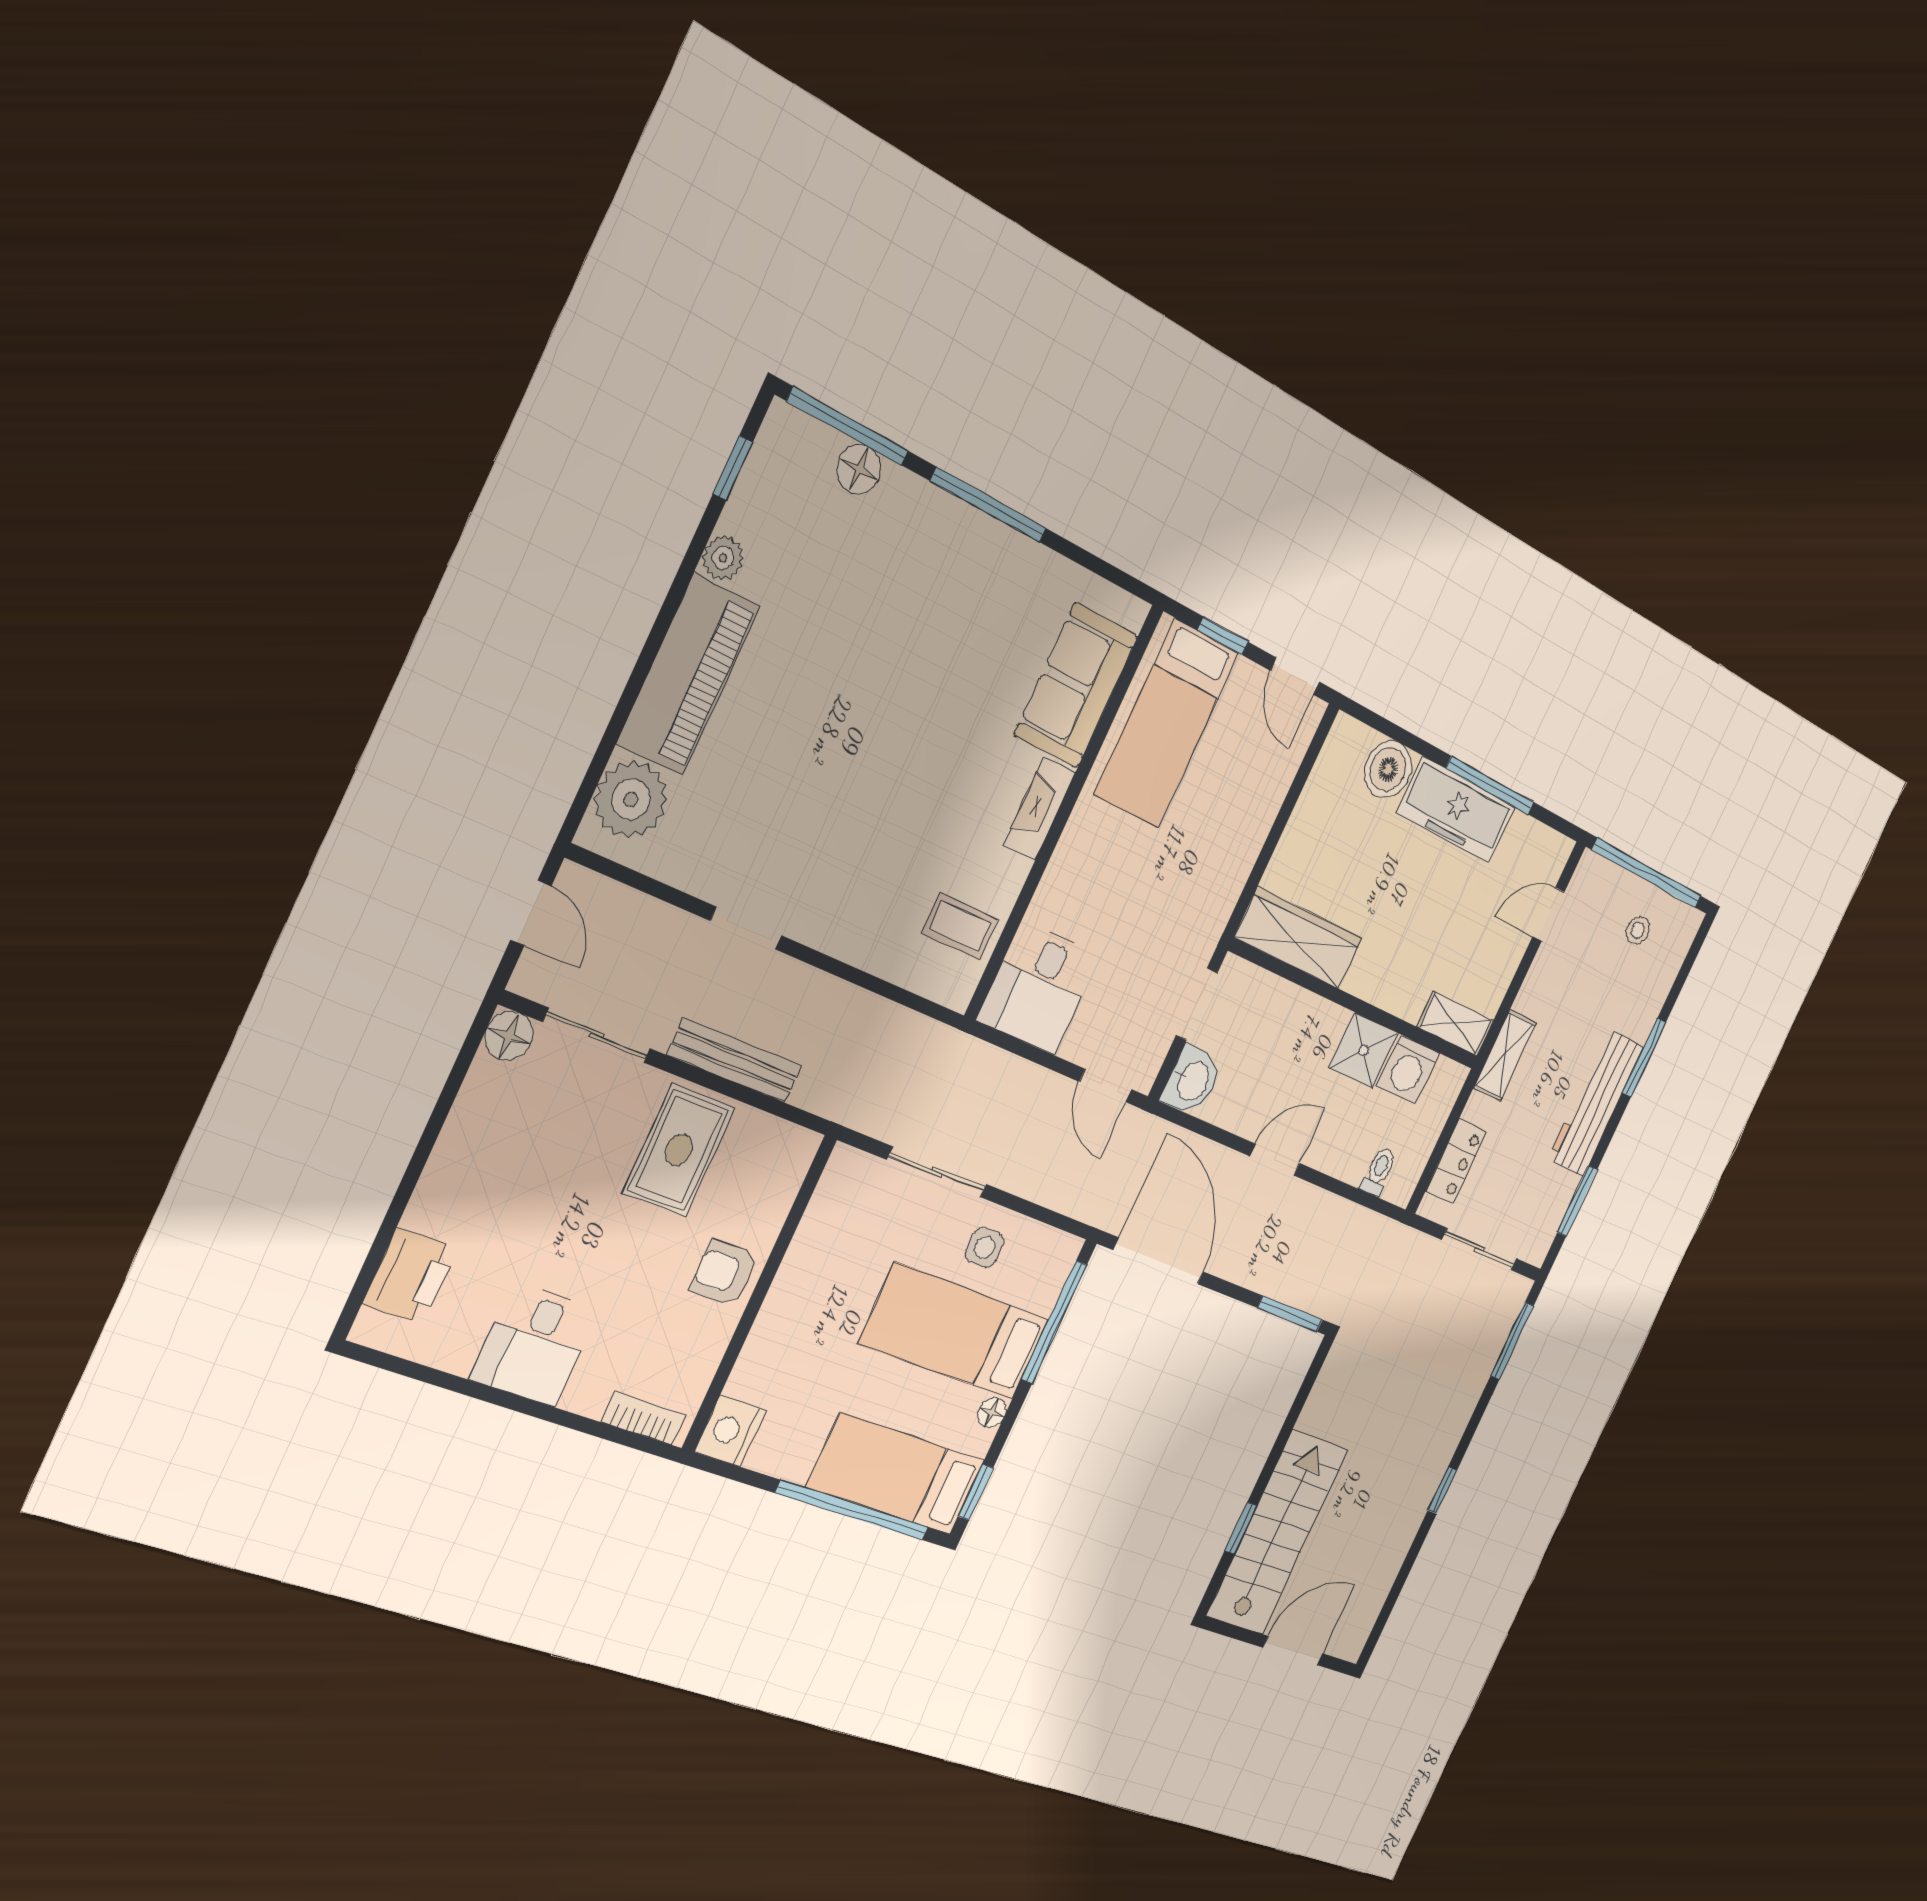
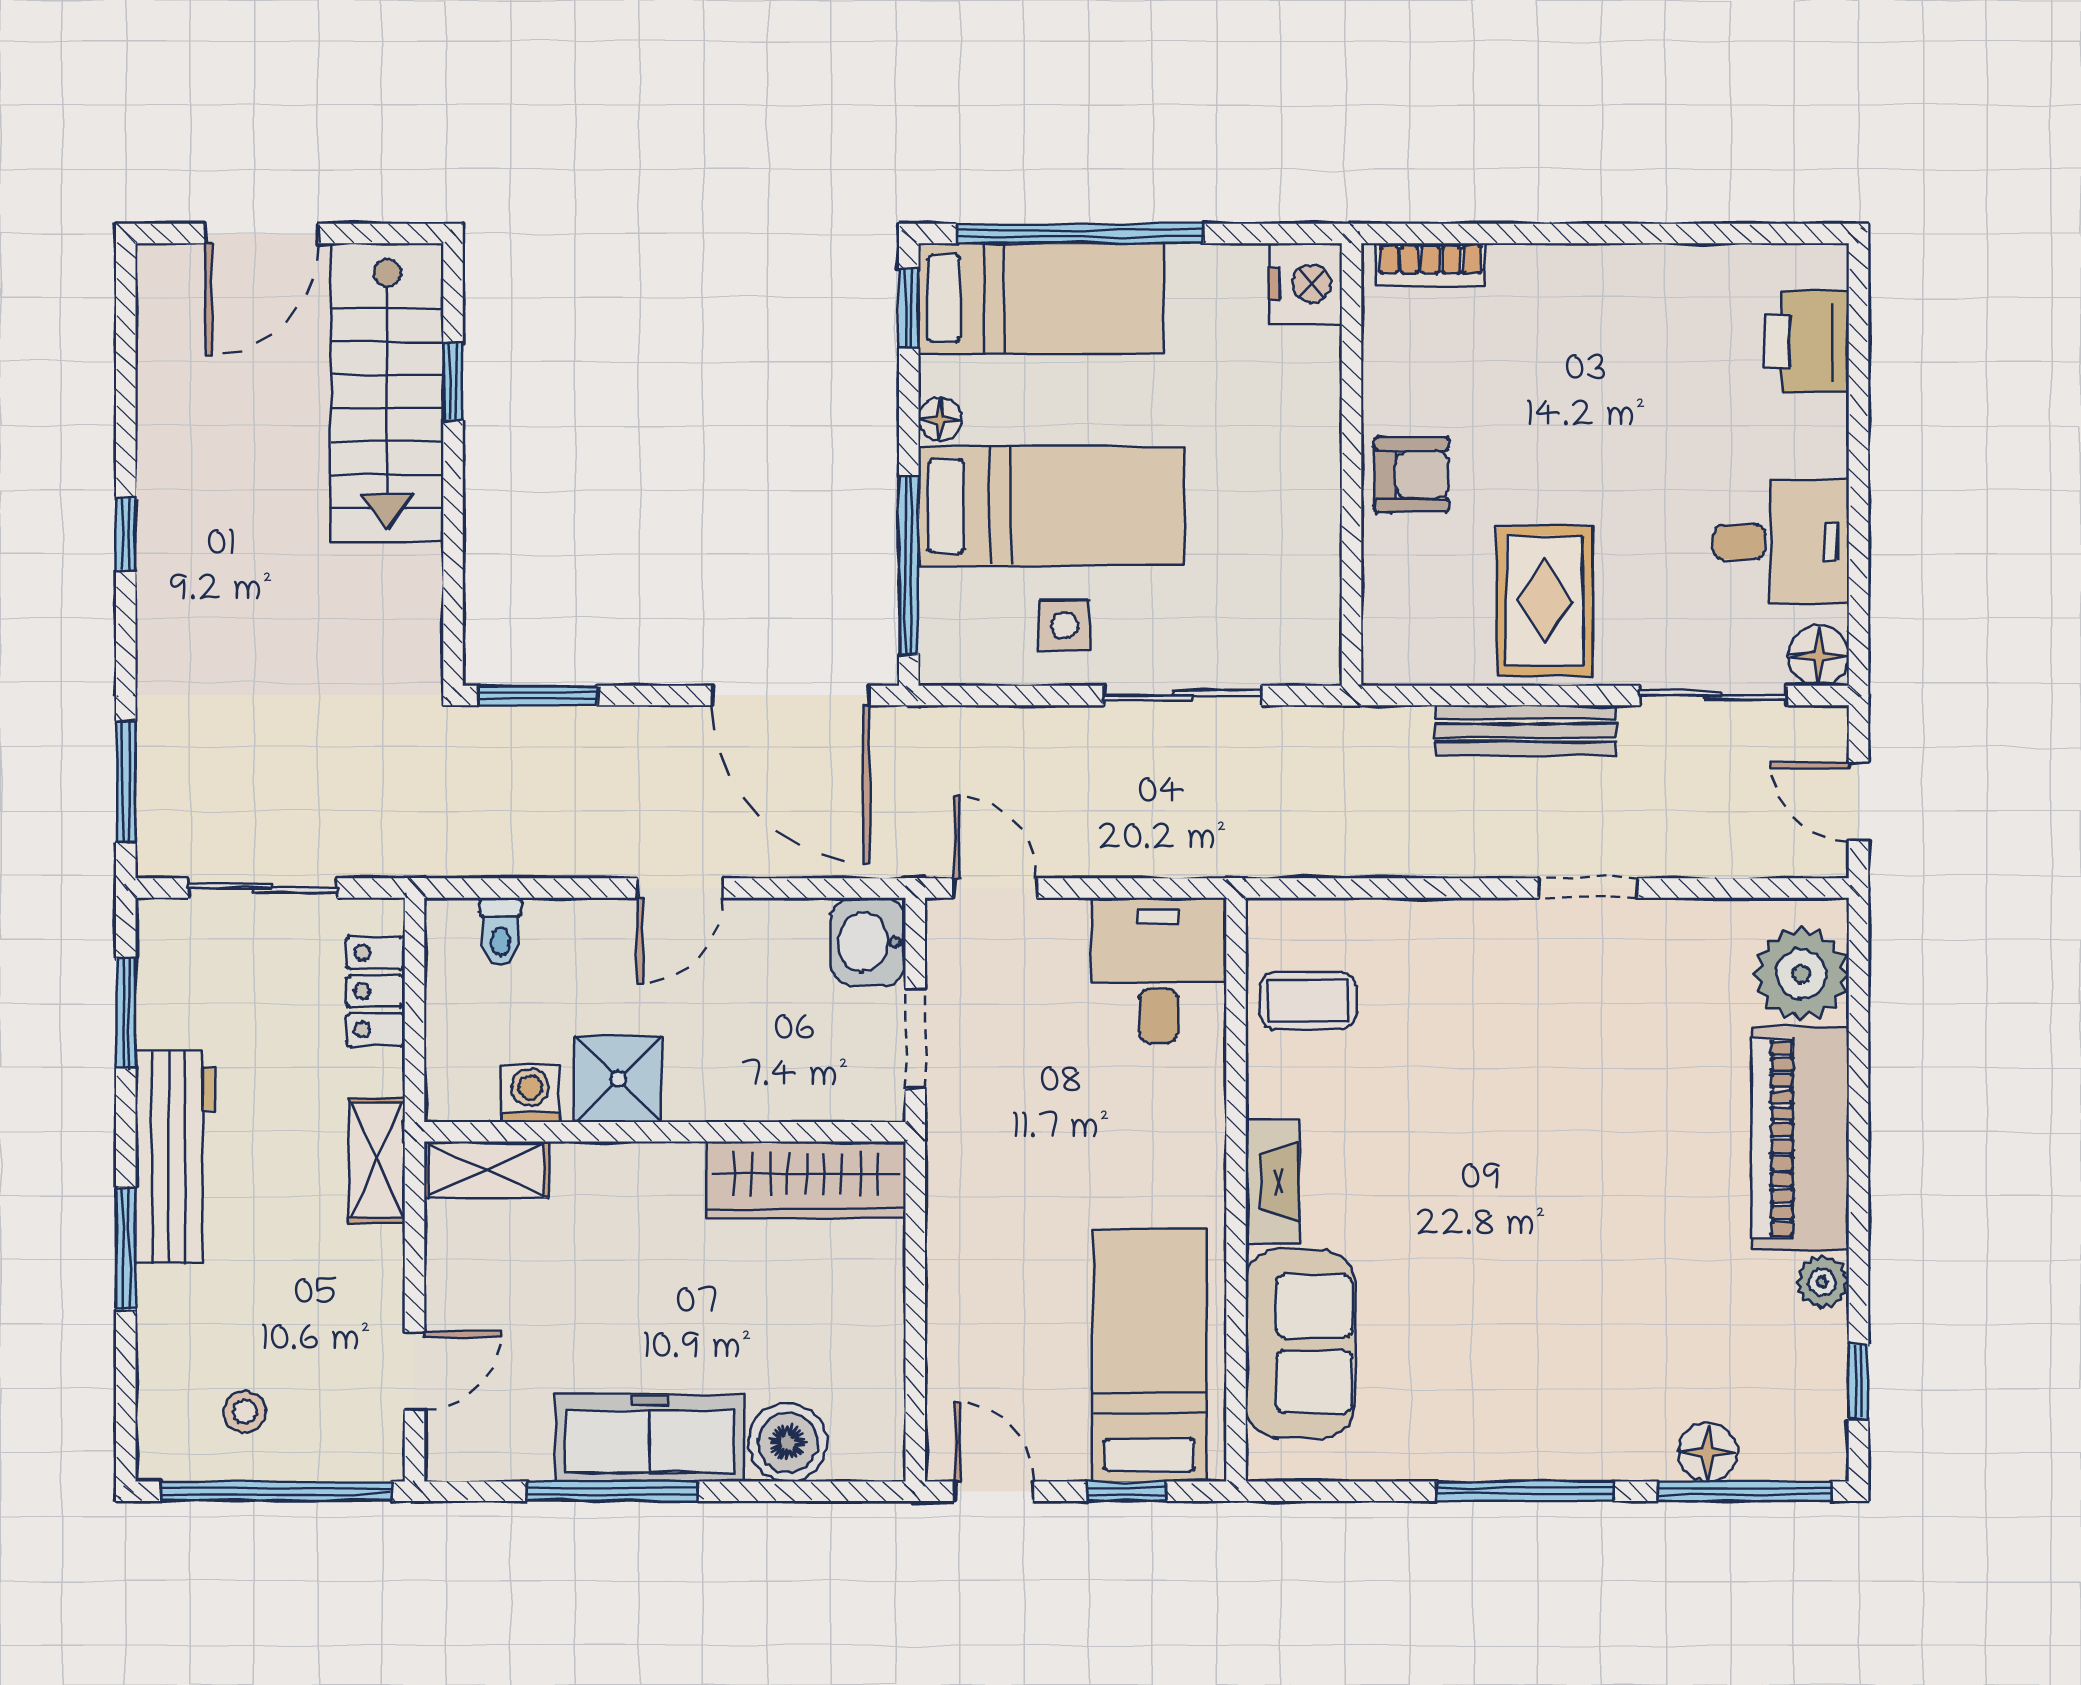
washing machine: (1408, 1069) -> (530, 1093), width x0.73, depth x0.73
desk: (535, 1344) -> (1781, 542), moved, turned 90

